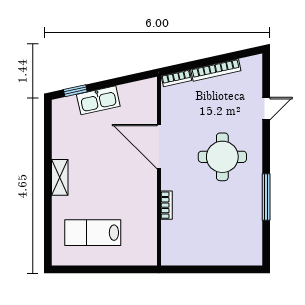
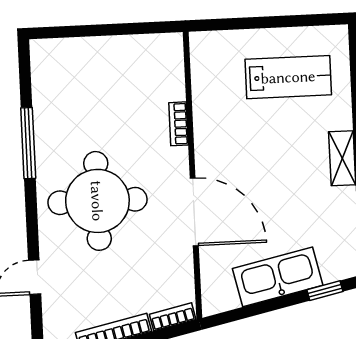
kitchen sink: (98, 100) -> (278, 277), width x1.36, depth x1.24
round table: (222, 157) -> (97, 201), width x1.36, depth x1.36

